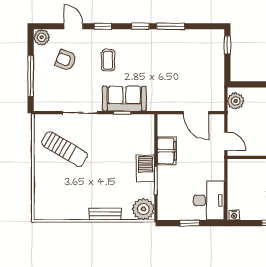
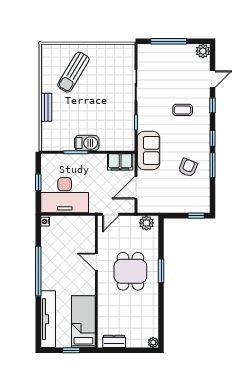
armchair: (66, 60) -> (188, 168), moved
sofa: (124, 99) -> (148, 151), moved
sun lounger: (65, 149) -> (73, 72), moved
filing cabinet: (167, 151) -> (120, 162), moved
desk: (209, 200) -> (65, 195), width x1.36, depth x1.30
plant: (143, 209) -> (51, 141), removed

